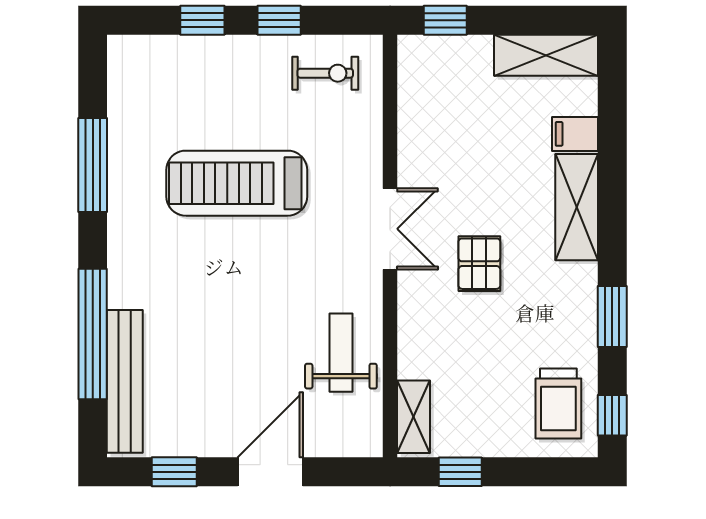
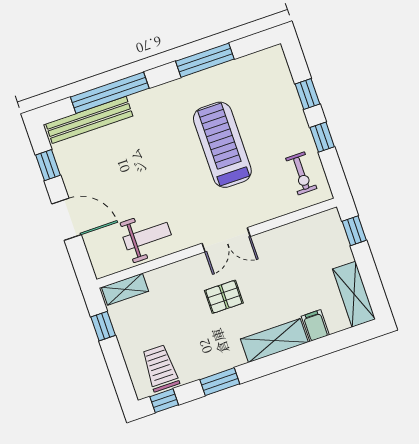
trolley: (558, 404) -> (160, 368), turned 90

